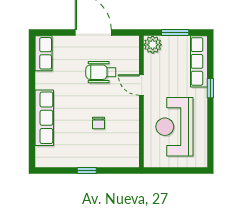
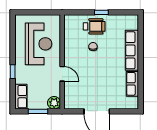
row of seats: (44, 53) -> (132, 84), moved
row of seats: (199, 61) -> (21, 97), width x0.68
wheelchair: (101, 72) -> (94, 26), moved

